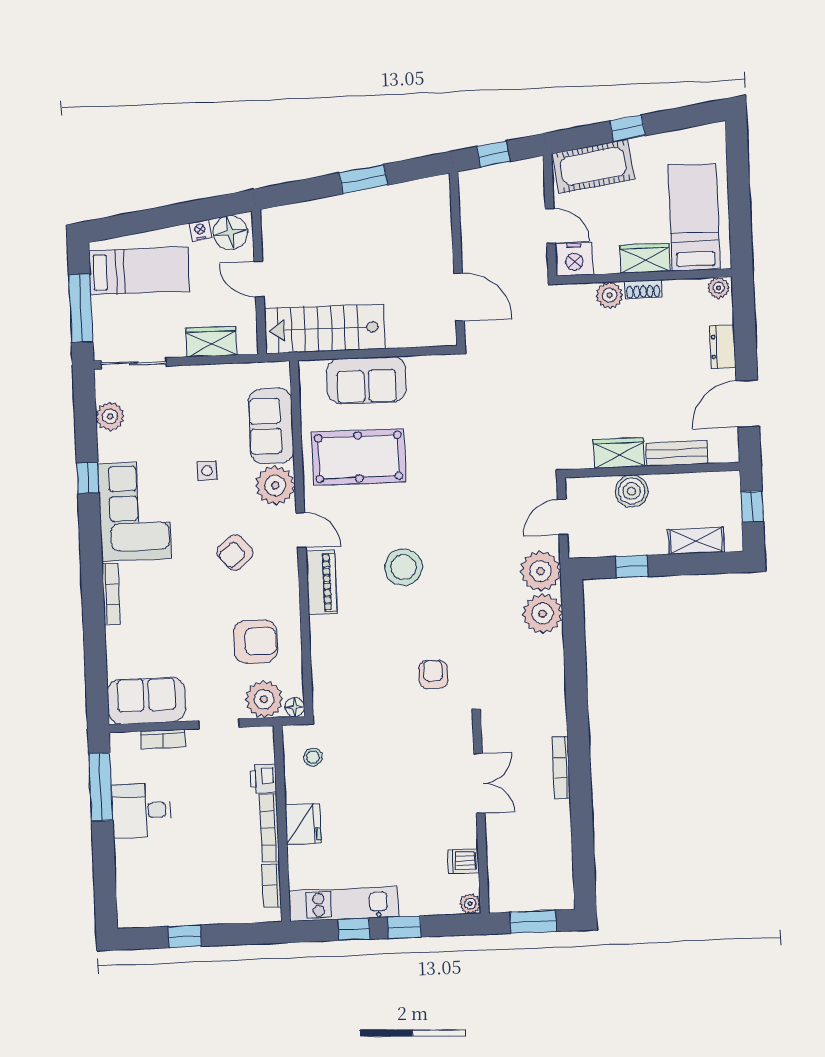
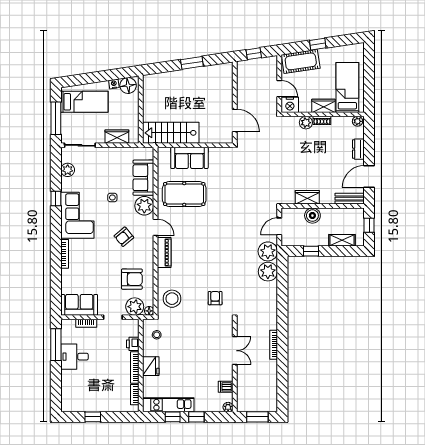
door: (259, 279) -> (141, 108), removed
bench: (677, 453) -> (350, 199), moved
stool: (403, 567) -> (172, 299), moved

